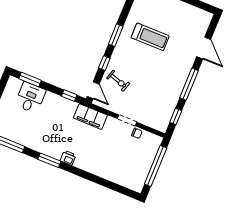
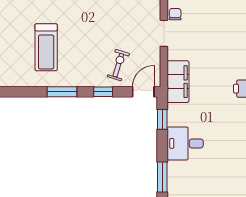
treadmill: (150, 37) -> (46, 47), turned 180
desk: (30, 98) -> (185, 143), moved

